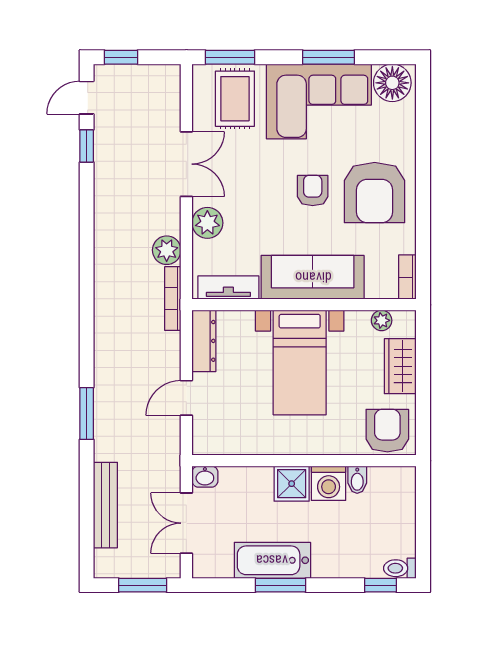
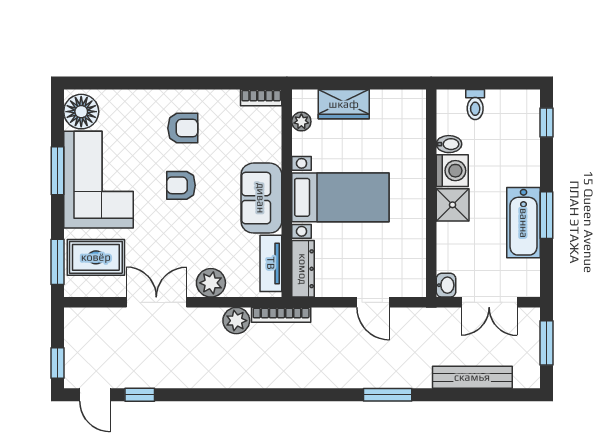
armchair: (375, 193) -> (183, 128), width x0.53, depth x0.53
sofa: (313, 277) -> (261, 198), width x0.73
dresser: (204, 341) -> (303, 269), moved, turned 90
armchair: (387, 431) -> (403, 116), removed
toilet: (400, 568) -> (475, 105), moved

